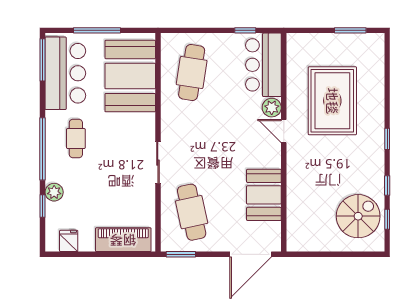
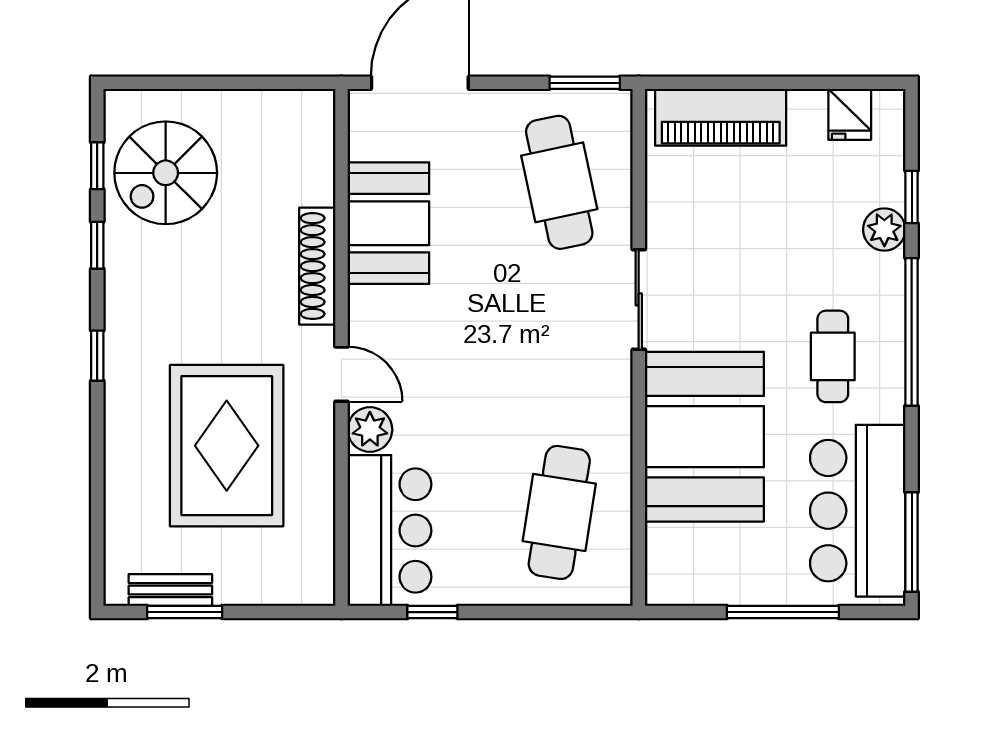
bench: (356, 40) -> (170, 590), added
booth: (130, 76) -> (704, 437), moved
shoe rack: (294, 177) -> (317, 266), added

